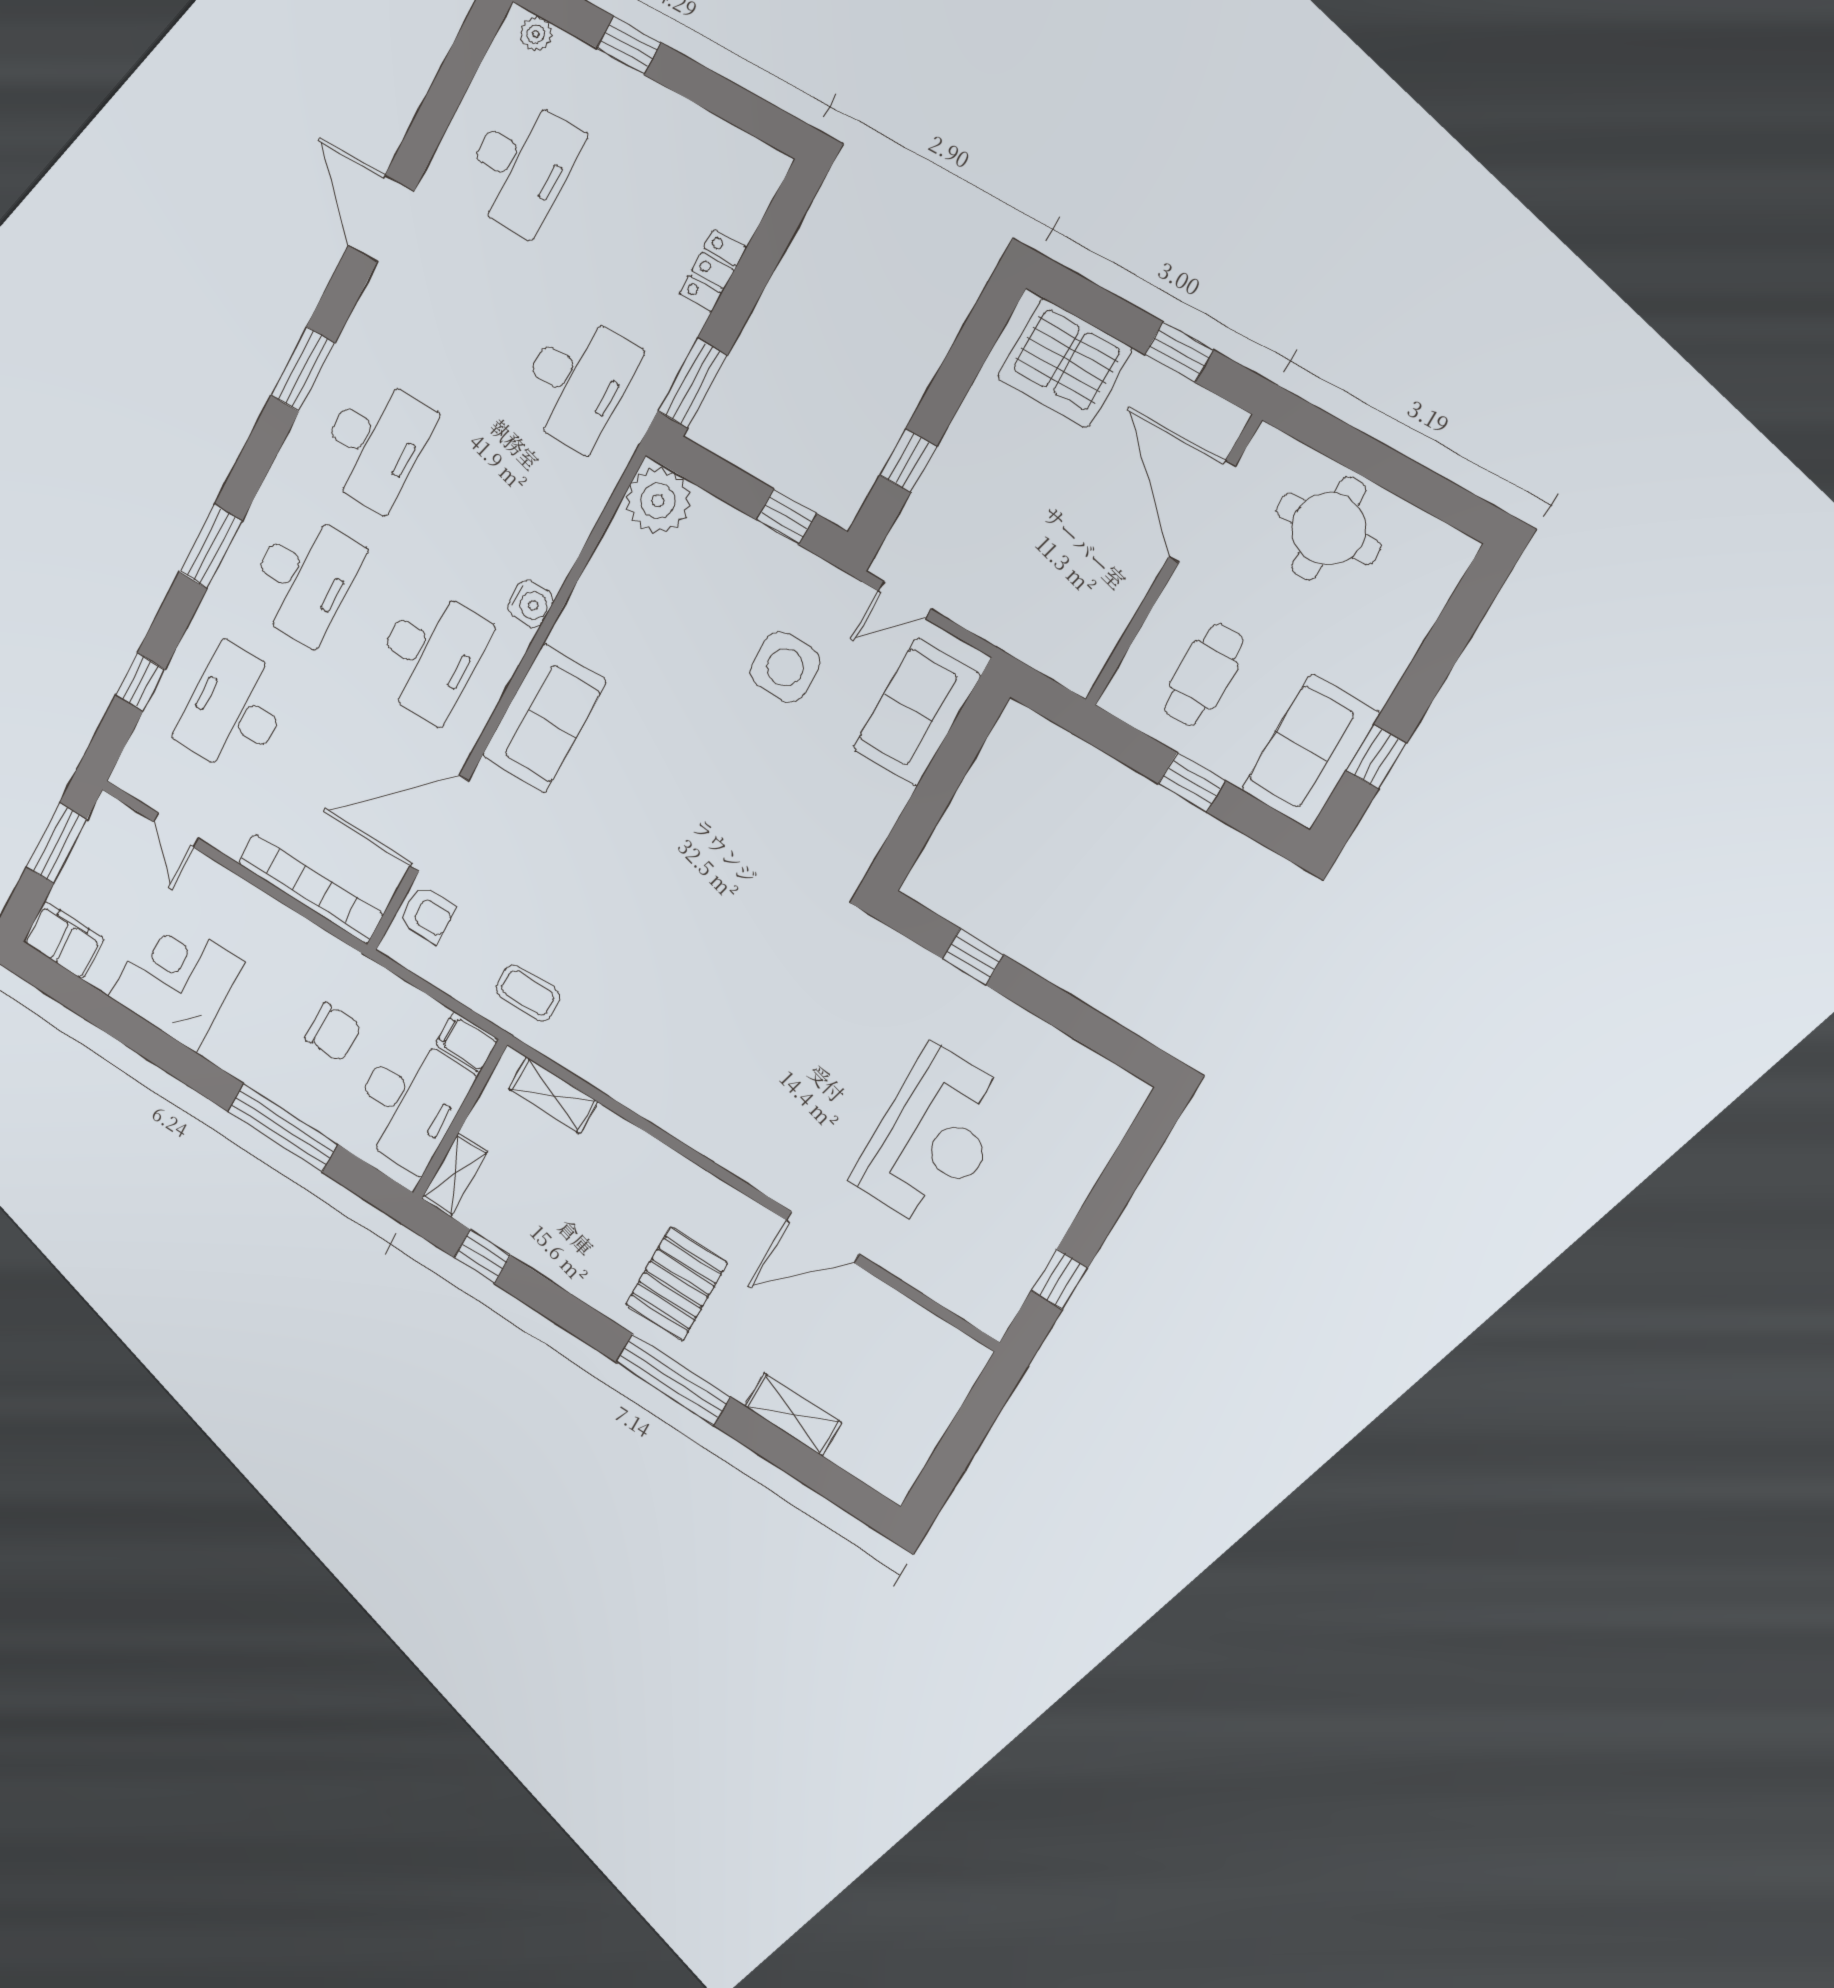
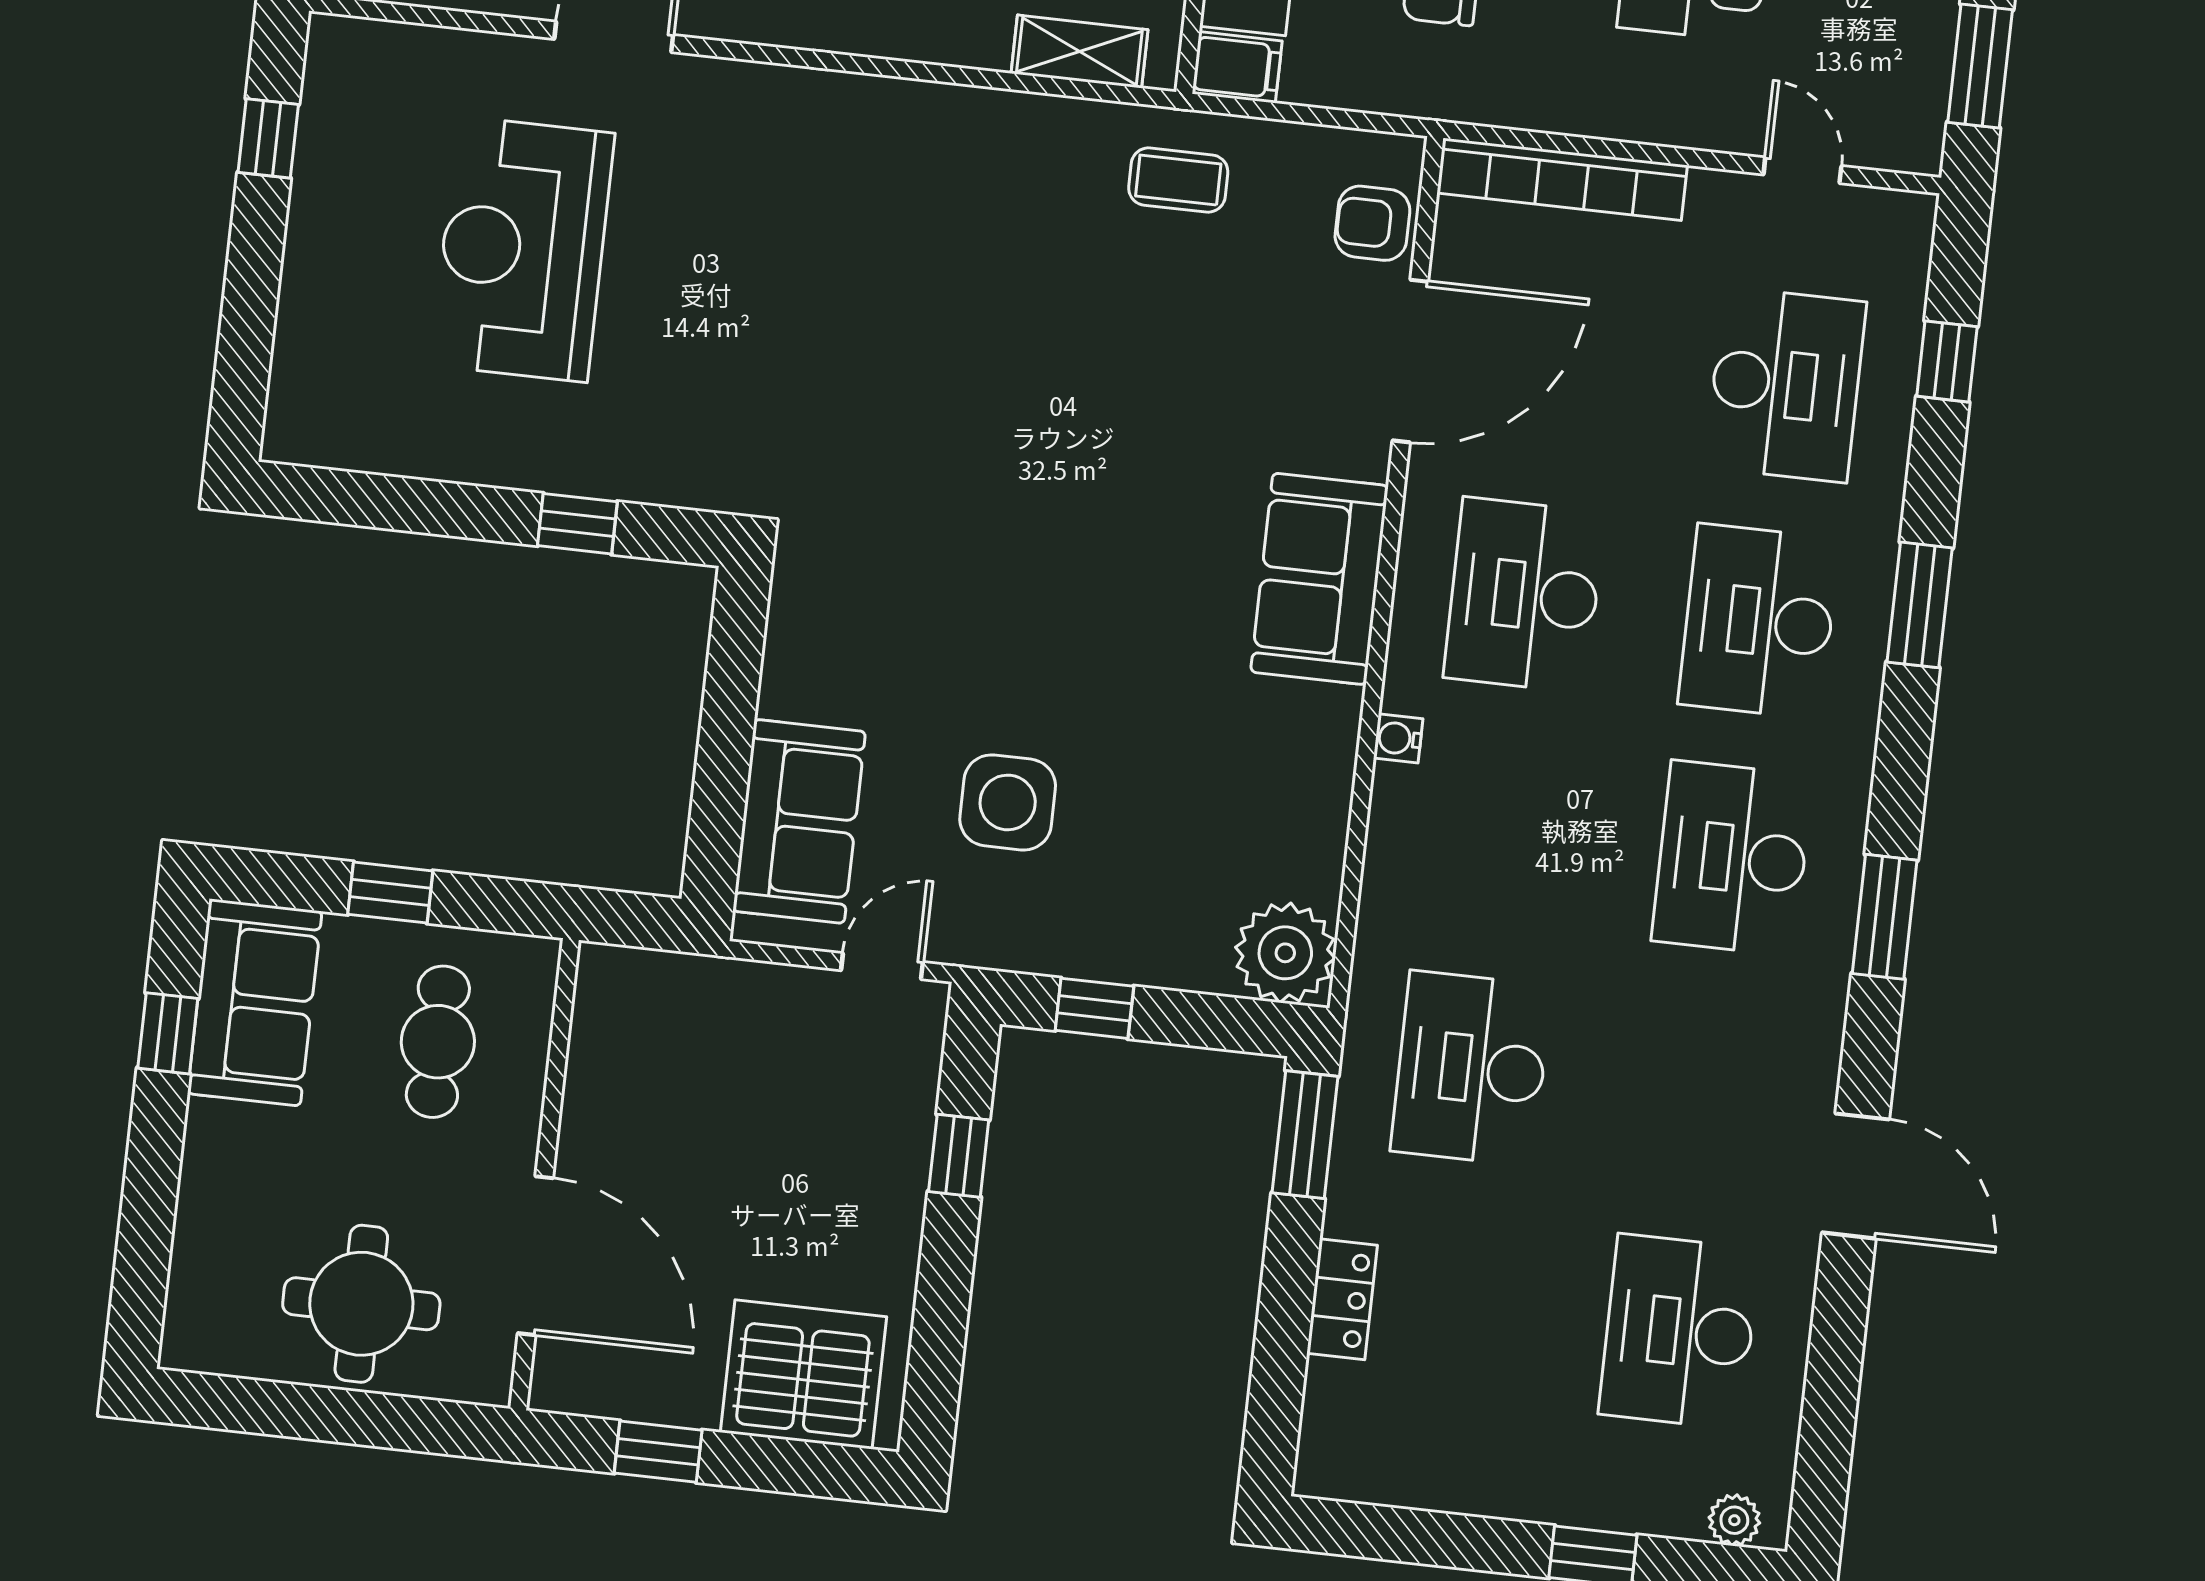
water cooler: (531, 604) -> (1398, 738), width x0.72, depth x0.72

